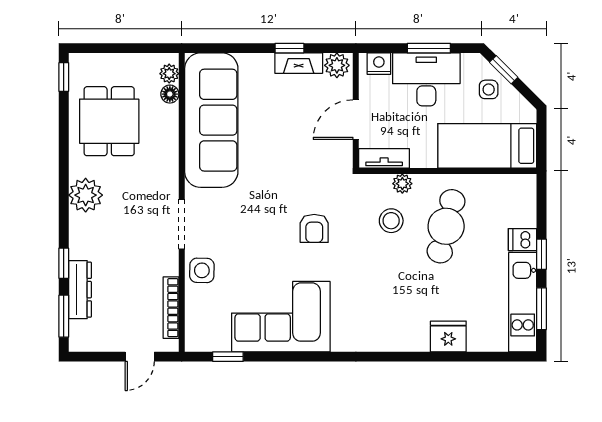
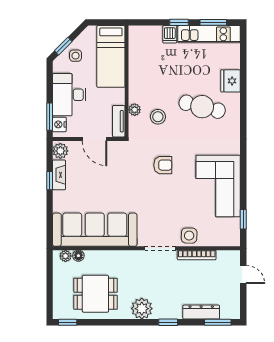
window: (429, 48) -> (50, 117), moved
cafe table: (446, 226) -> (202, 107), moved
window: (64, 263) -> (168, 322), moved
bookcase: (171, 308) -> (197, 255), moved

